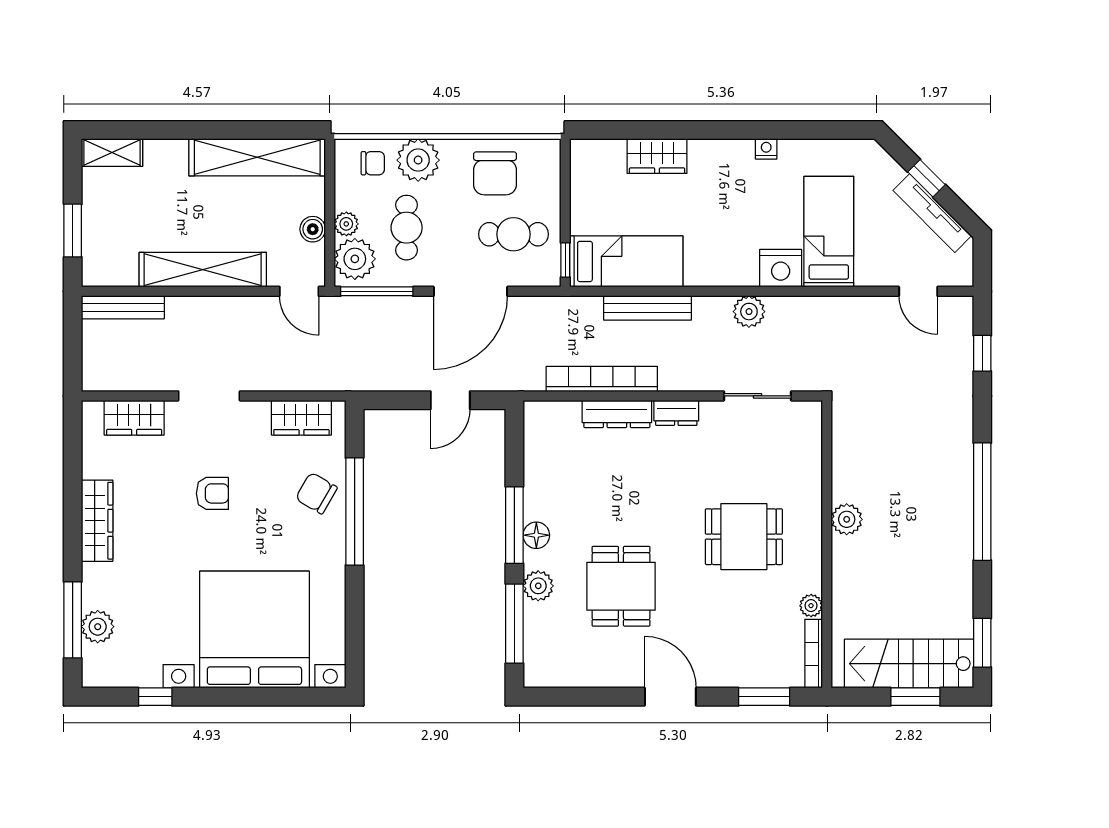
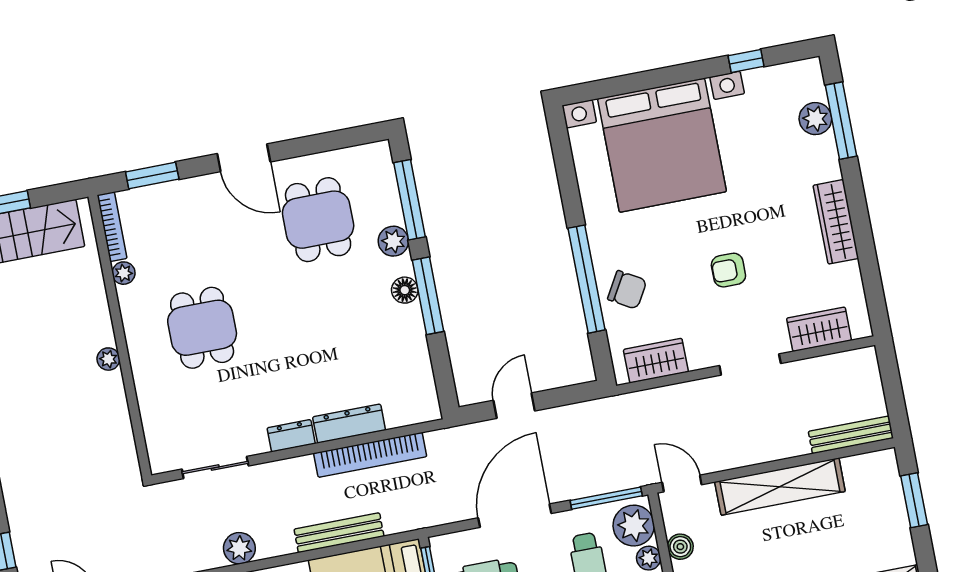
plant: (847, 519) -> (108, 359), width x0.73, depth x0.73
dining table: (744, 537) -> (202, 328), turned 90
dining table: (621, 586) -> (318, 220), moved

